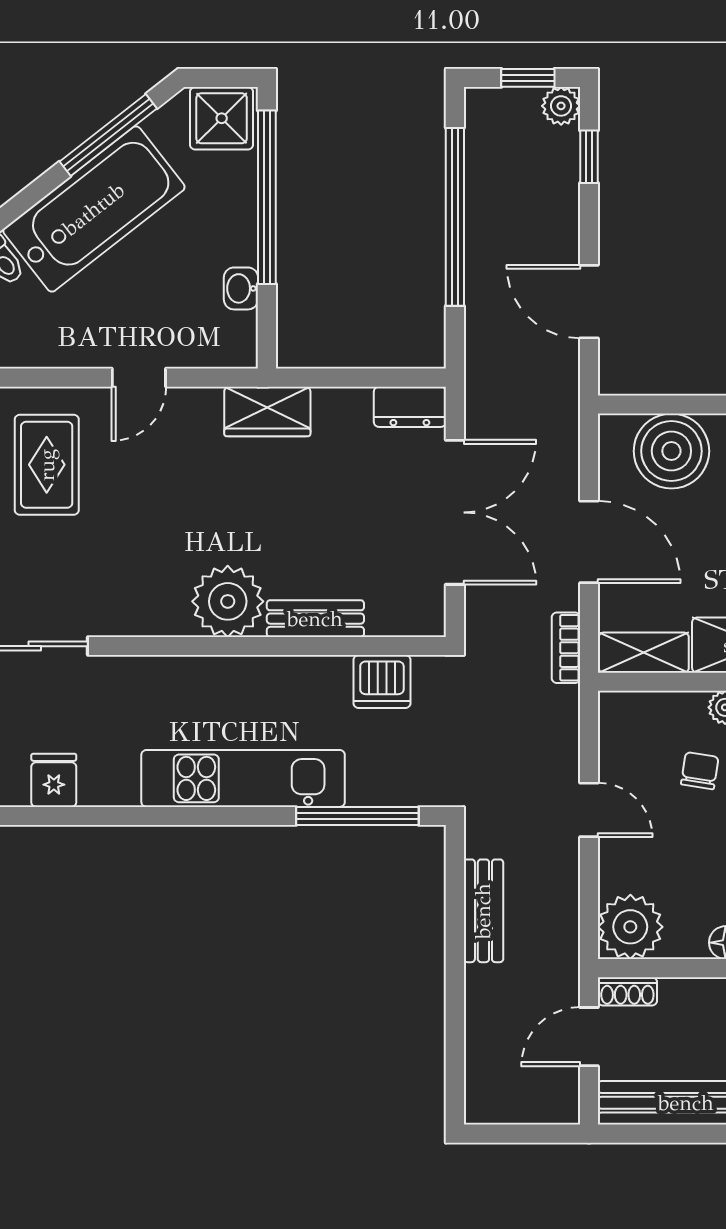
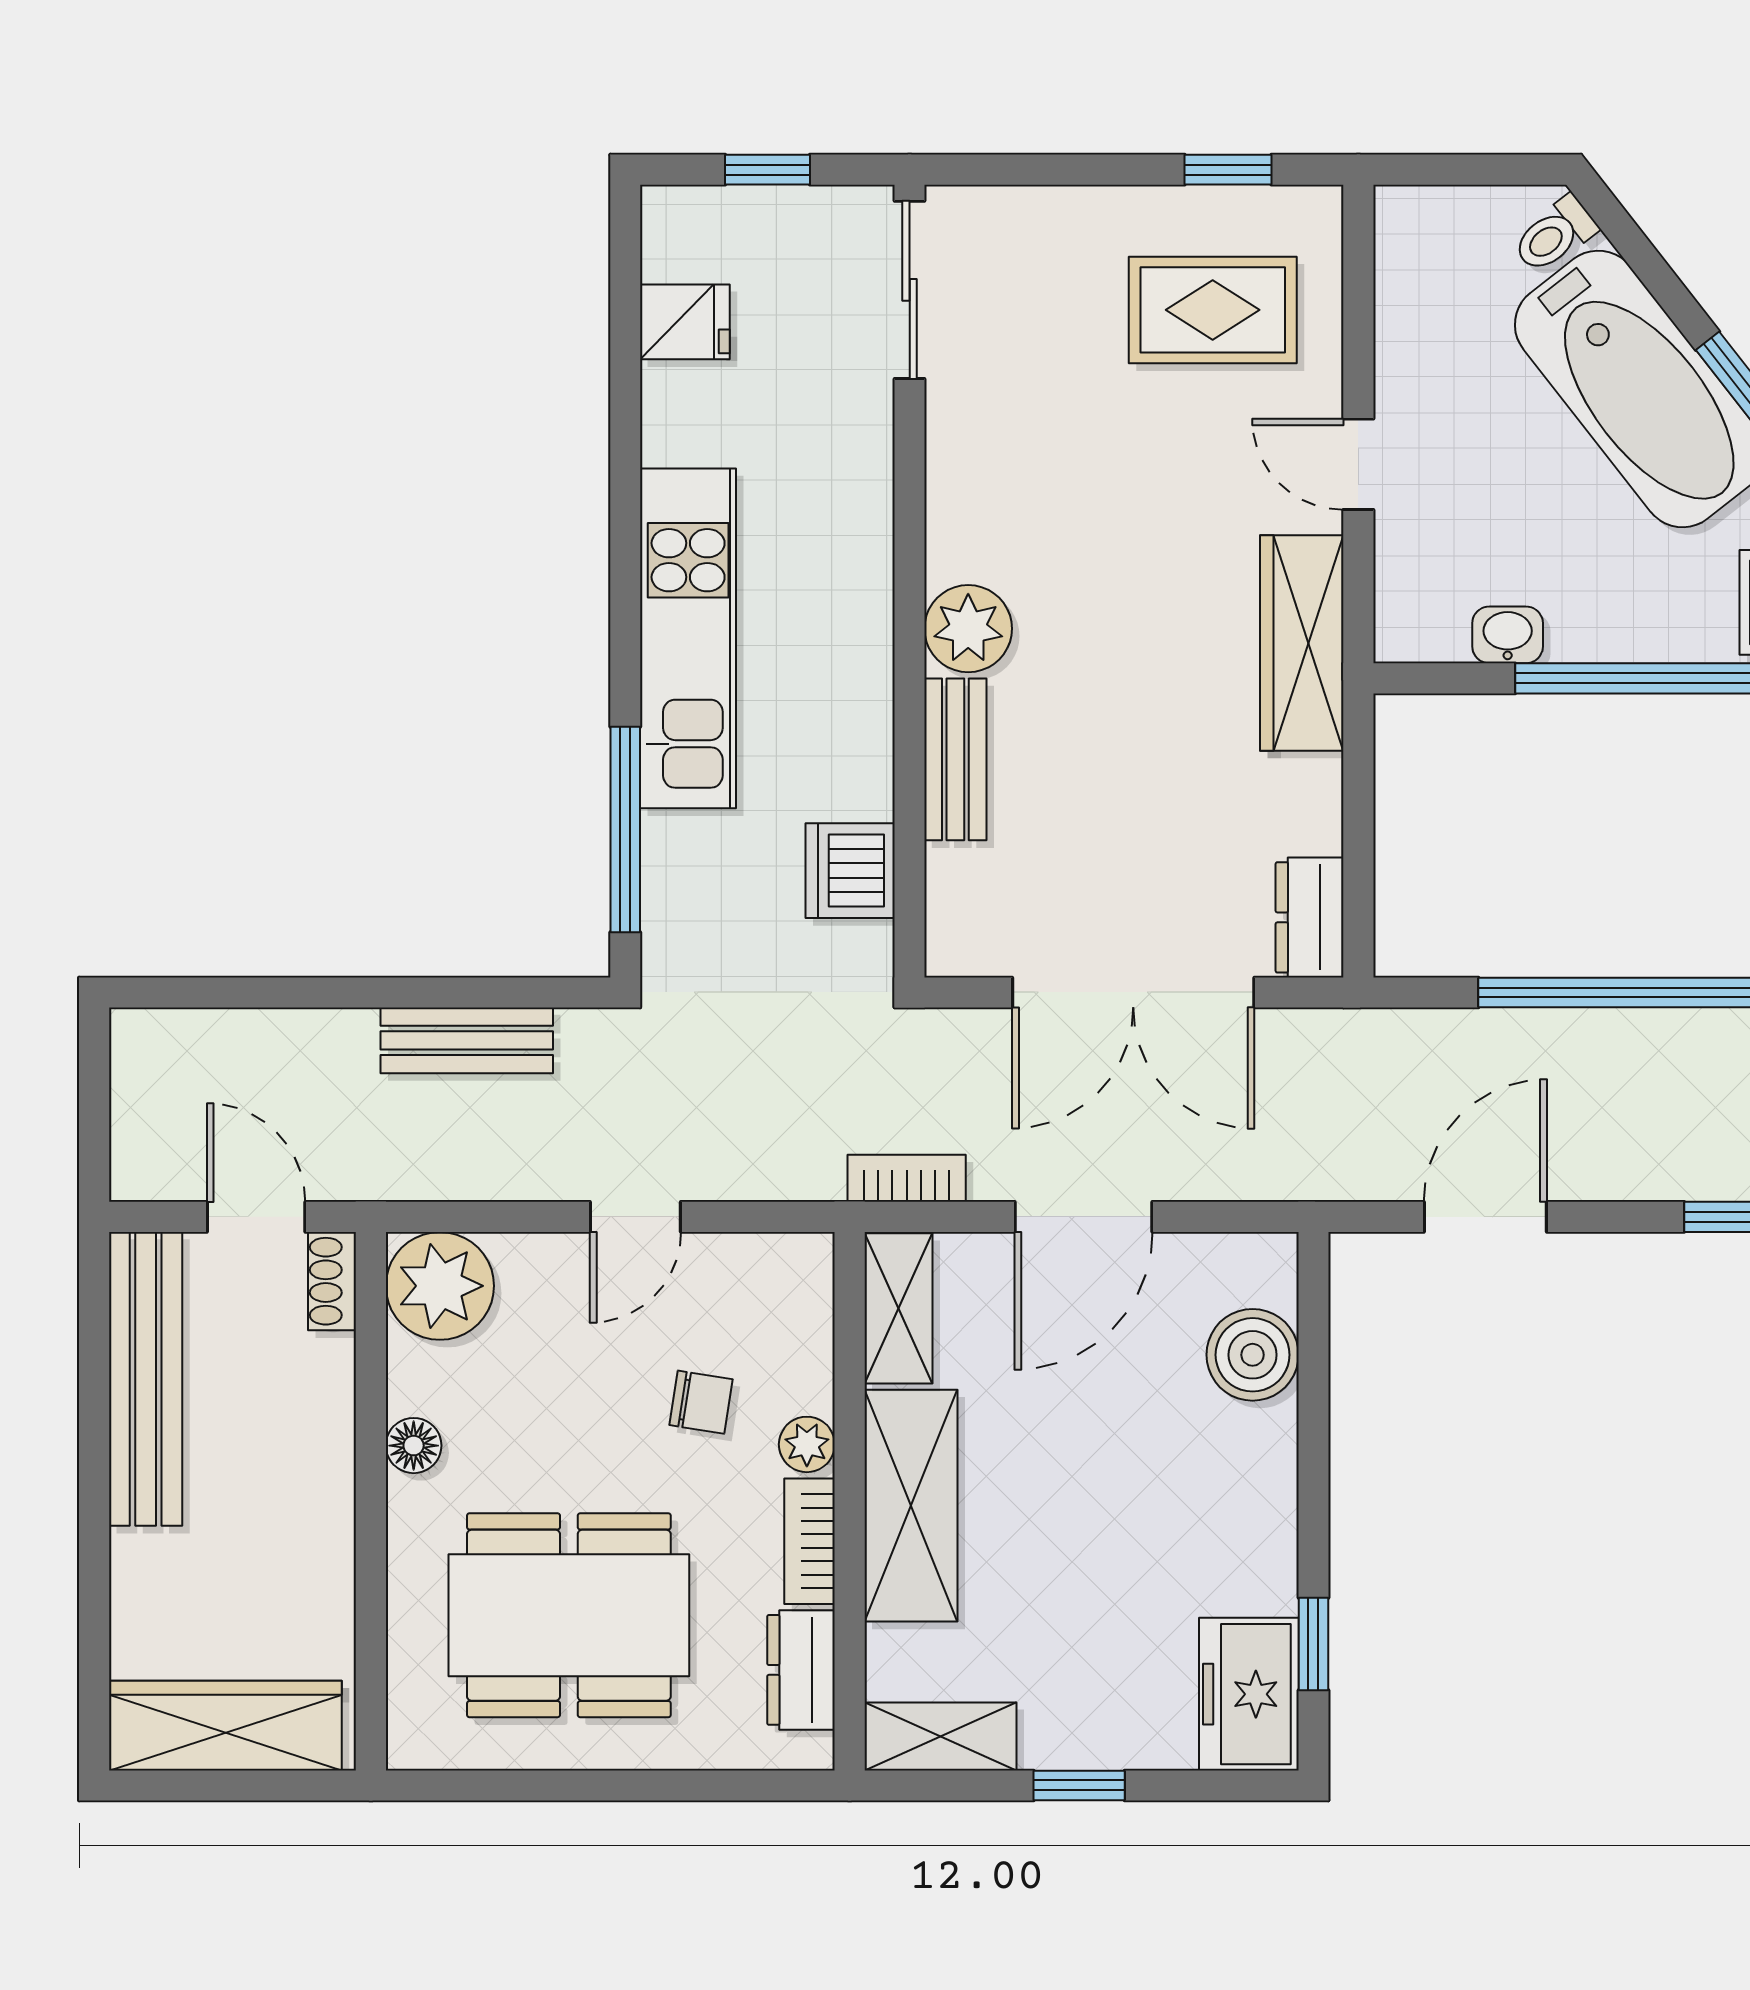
wardrobe: (267, 412) -> (1302, 643), width x1.50
boiler: (671, 451) -> (1253, 1355), width x0.73, depth x0.73
plant: (228, 601) -> (968, 629), width x0.73, depth x0.73

